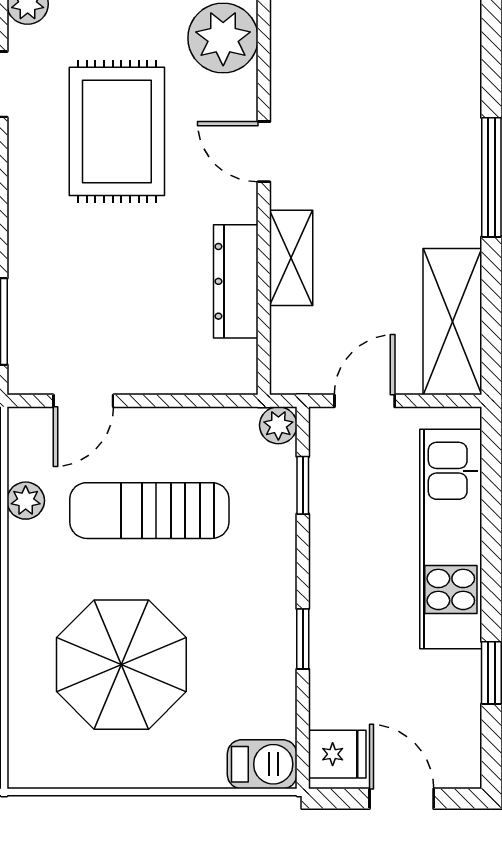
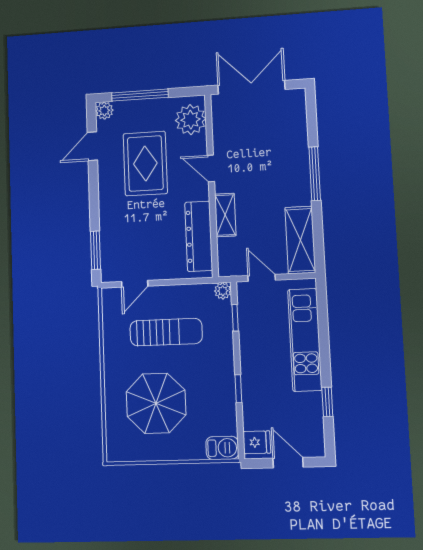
dresser: (236, 281) -> (199, 236), width x1.37, depth x1.24
door: (365, 401) -> (262, 278), hinge flipped
plant: (26, 501) -> (111, 330), removed
sun lounger: (149, 511) -> (166, 332), turned 180

